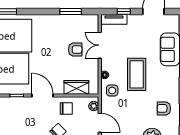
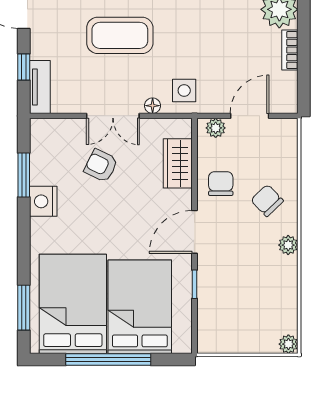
nightstand: (58, 21) -> (43, 201), added
double door: (100, 45) -> (113, 116), moved
armchair: (75, 50) -> (101, 166), turned -64
coffee table: (137, 74) -> (120, 35), moved

